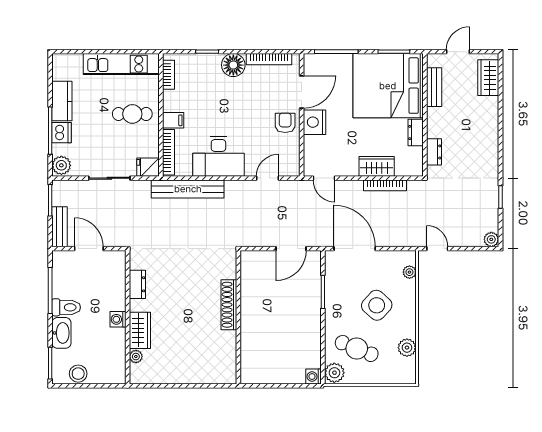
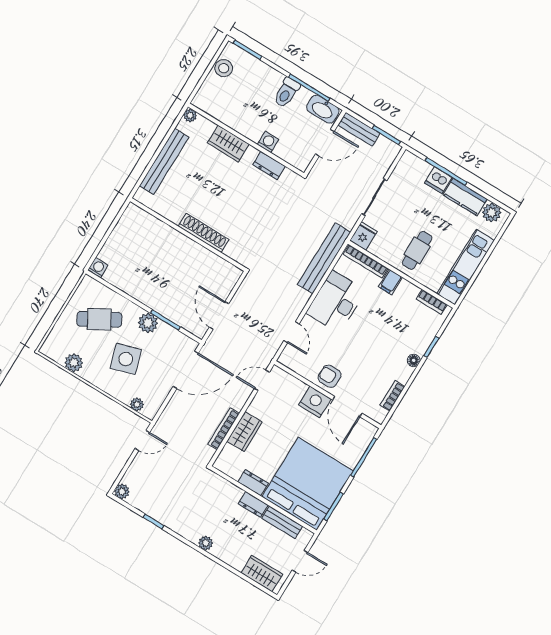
door: (458, 52) -> (300, 561), hinge flipped
bookcase: (269, 59) -> (392, 396), width x0.64
floor lamp: (233, 65) -> (414, 360), width x0.53, depth x0.53
armchair: (285, 123) -> (330, 376), turned 180
plant: (492, 141) -> (206, 543), added
dresser: (434, 152) -> (253, 504), moved
plant: (61, 165) -> (492, 213), moved
side table: (377, 305) -> (126, 359), turned 31
washing machine: (118, 319) -> (268, 142), moved
washbasin: (61, 333) -> (323, 109), moved
cafe table: (357, 348) -> (99, 319), turned 38
plant: (136, 357) -> (190, 115), moved
plant: (334, 373) -> (148, 323), moved
bench: (189, 376) -> (164, 162), added

